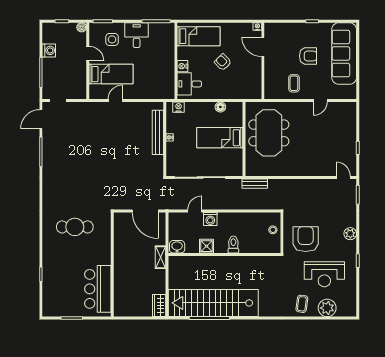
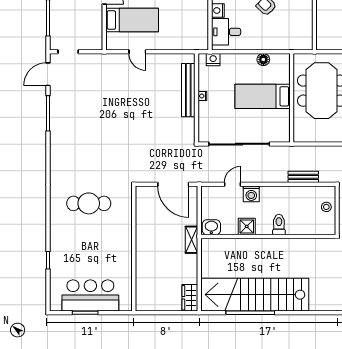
door: (115, 100) -> (137, 52), swing flipped
bench: (255, 184) -> (303, 177), moved
bar counter: (98, 289) -> (90, 295), moved, turned 90

